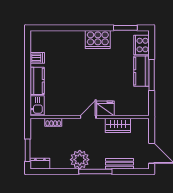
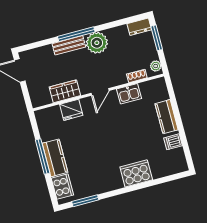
cooker: (98, 39) -> (136, 173), moved
kitchen sink: (37, 105) -> (129, 94), moved, turned -90
fridge: (105, 108) -> (71, 110), moved
plant: (35, 126) -> (156, 66), added
bench: (120, 164) -> (69, 45), moved

